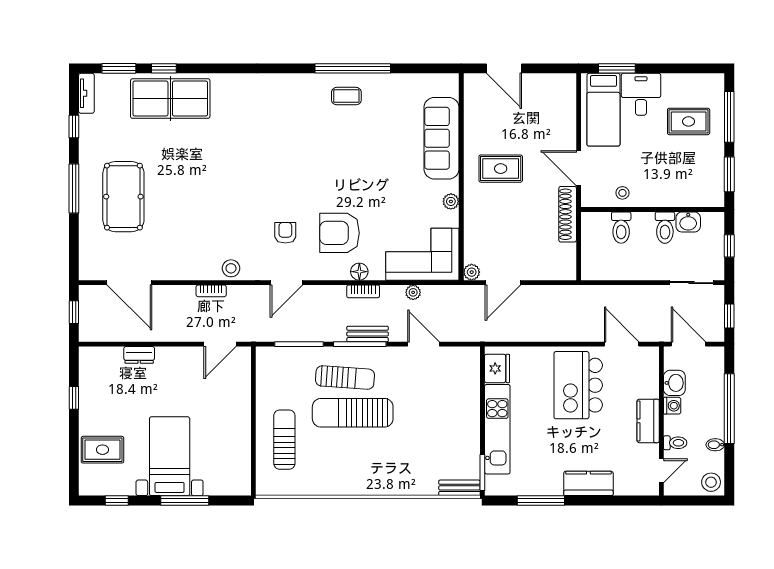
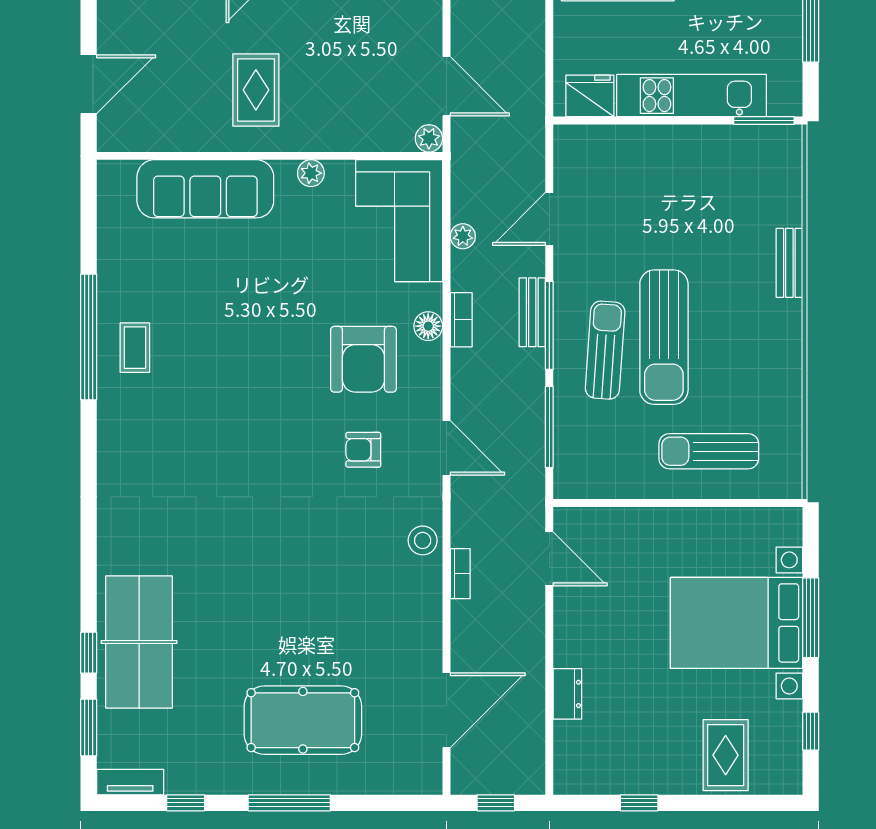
bed with nightstands: (170, 456) -> (737, 623), width x1.36
bench: (459, 488) -> (789, 263), moved

